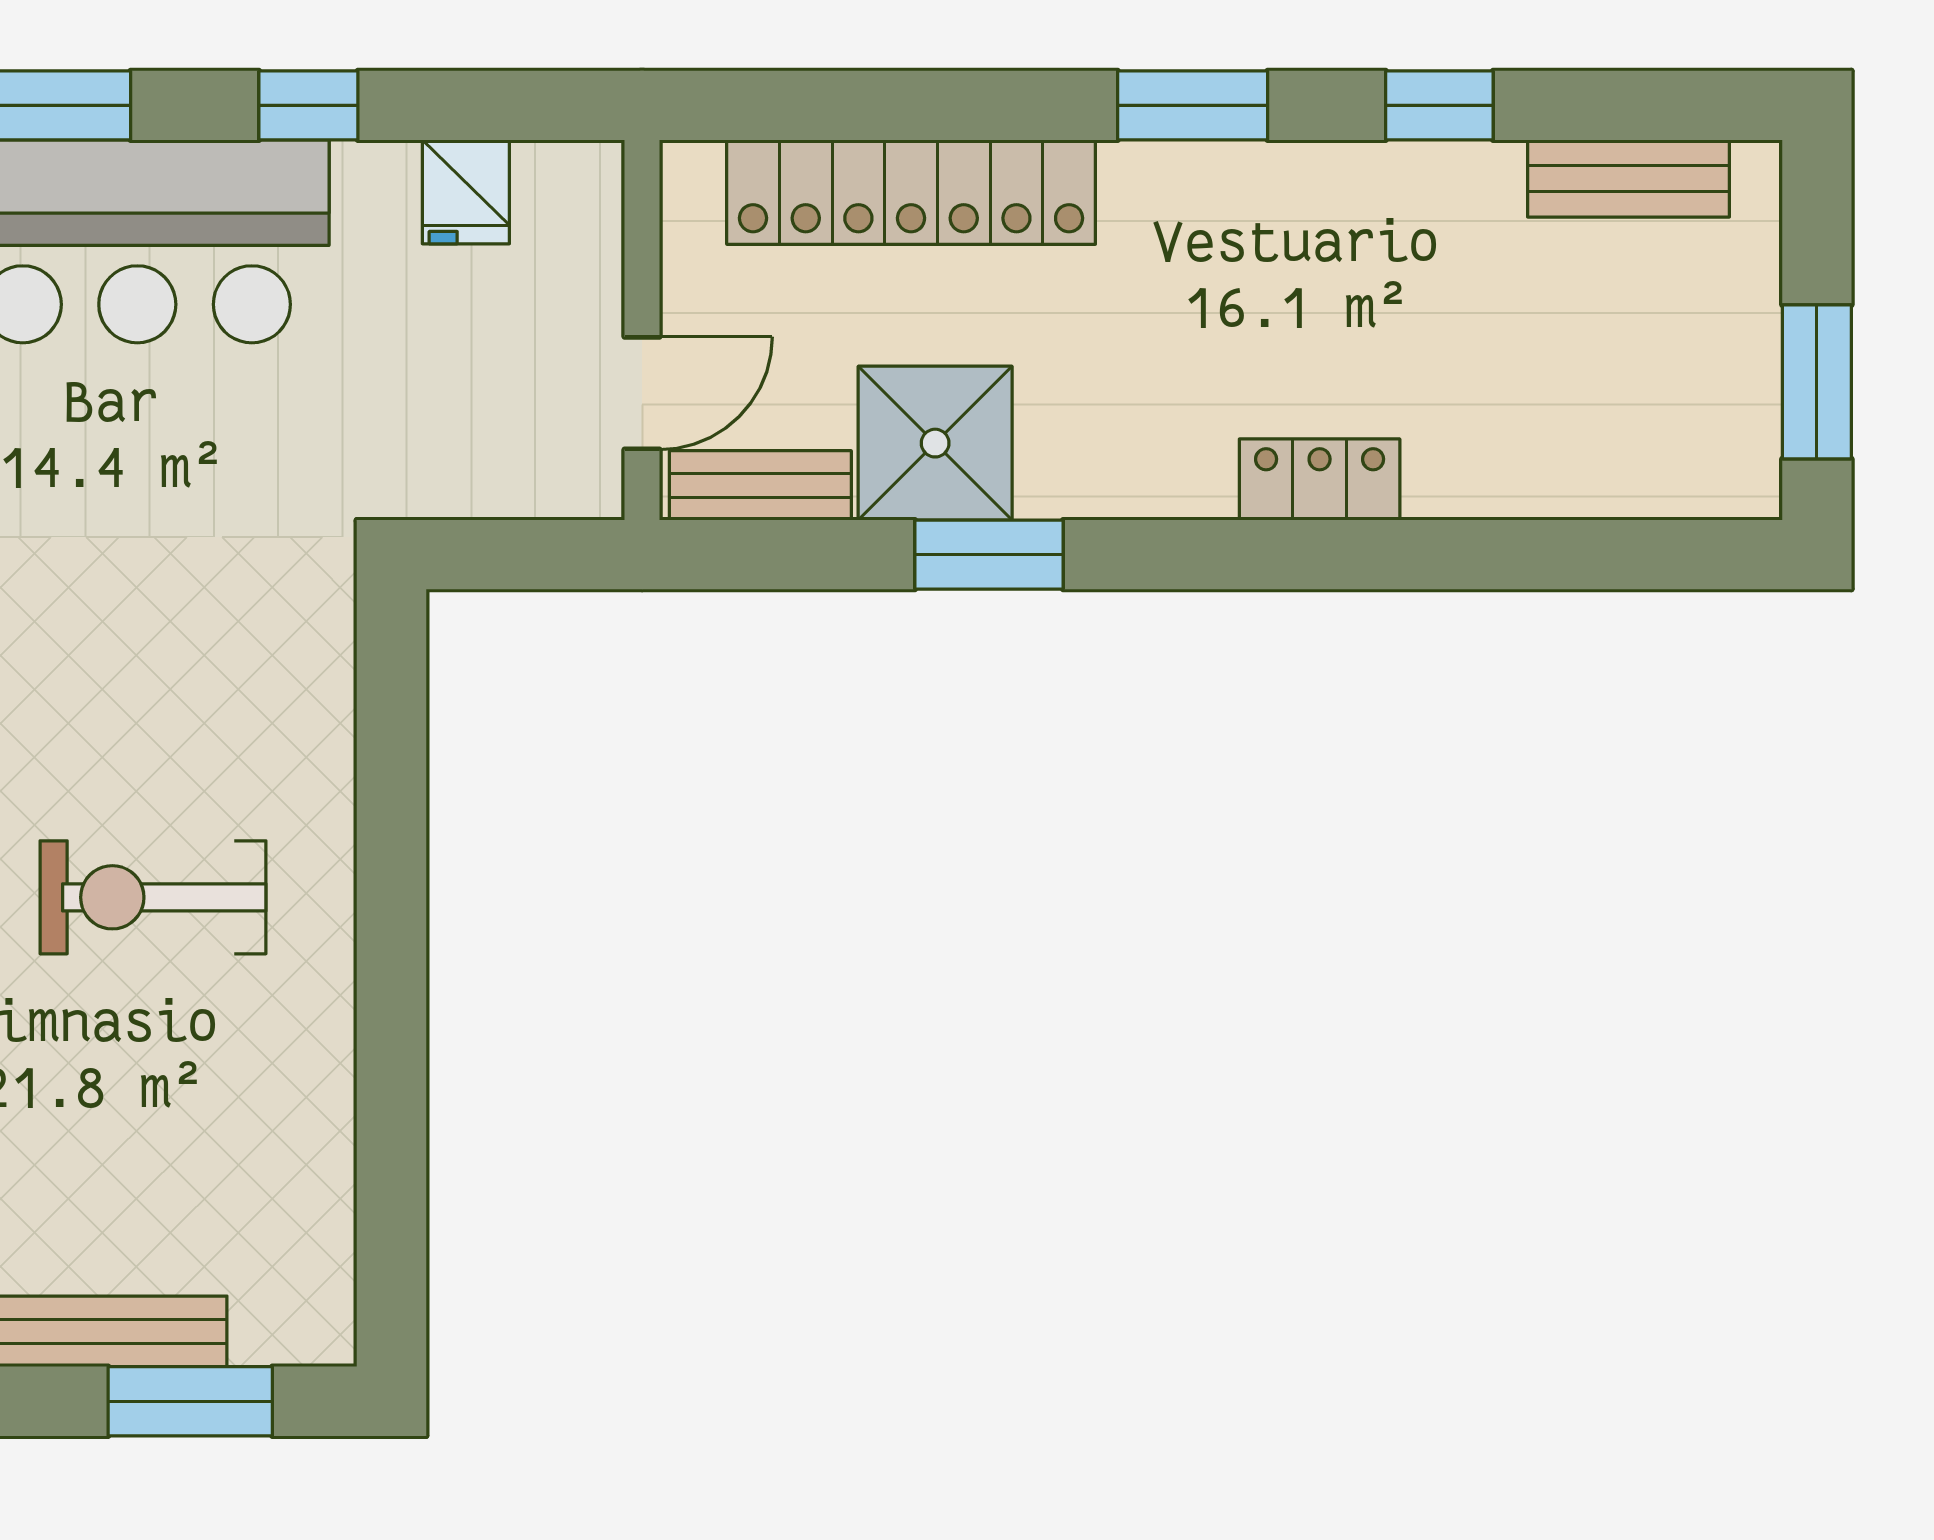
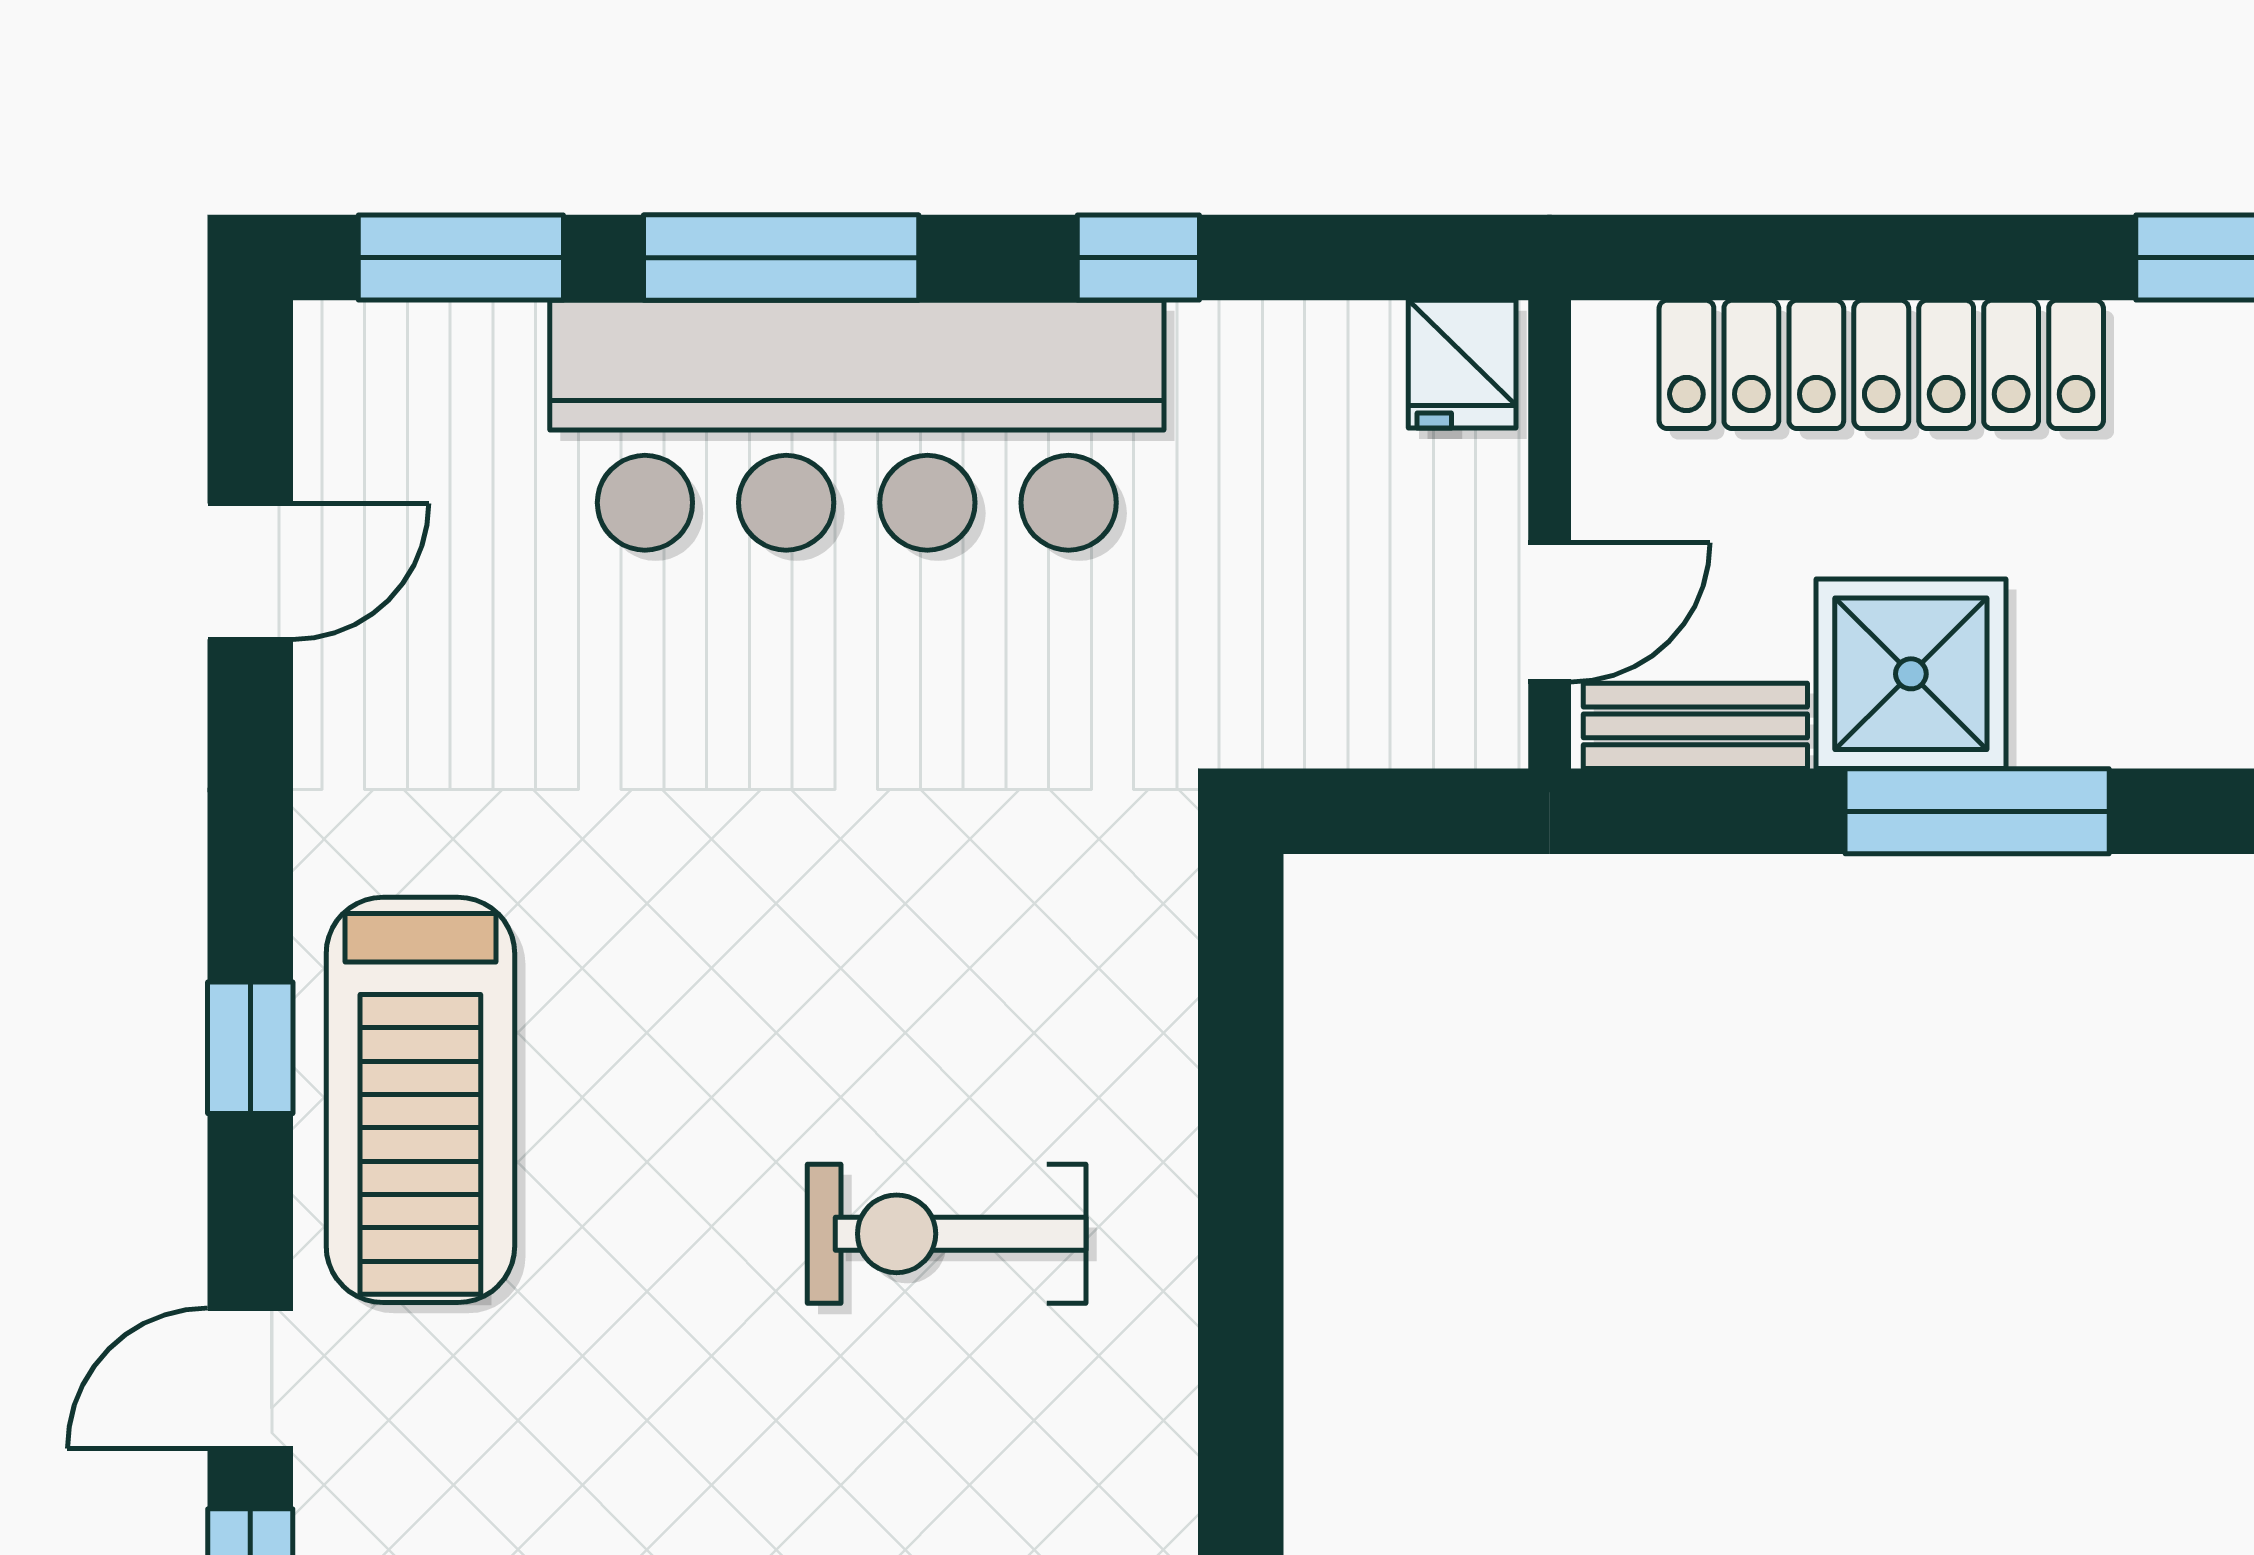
fridge: (466, 192) -> (1462, 364), moved
window: (989, 555) -> (1977, 811), width x1.44

